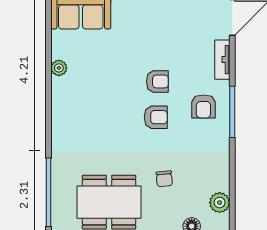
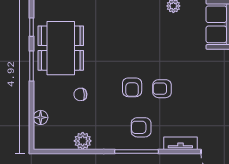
armchair: (157, 81) -> (162, 89), turned 90
plant: (220, 203) -> (83, 141), moved

